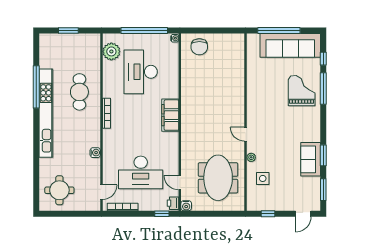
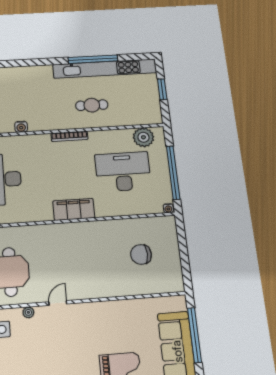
chair: (199, 47) -> (141, 254), moved
cafe table: (79, 92) -> (92, 105), width x0.73, depth x0.74
kitchen unit: (46, 113) -> (105, 69), moved

